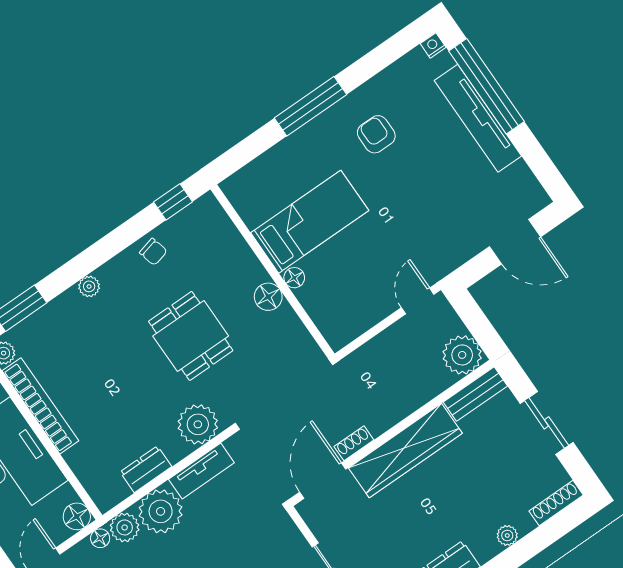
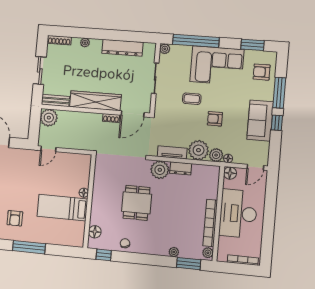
plant: (89, 286) -> (174, 252), moved
floor lamp: (268, 297) -> (95, 232), moved
dresser: (146, 469) -> (181, 168), moved

